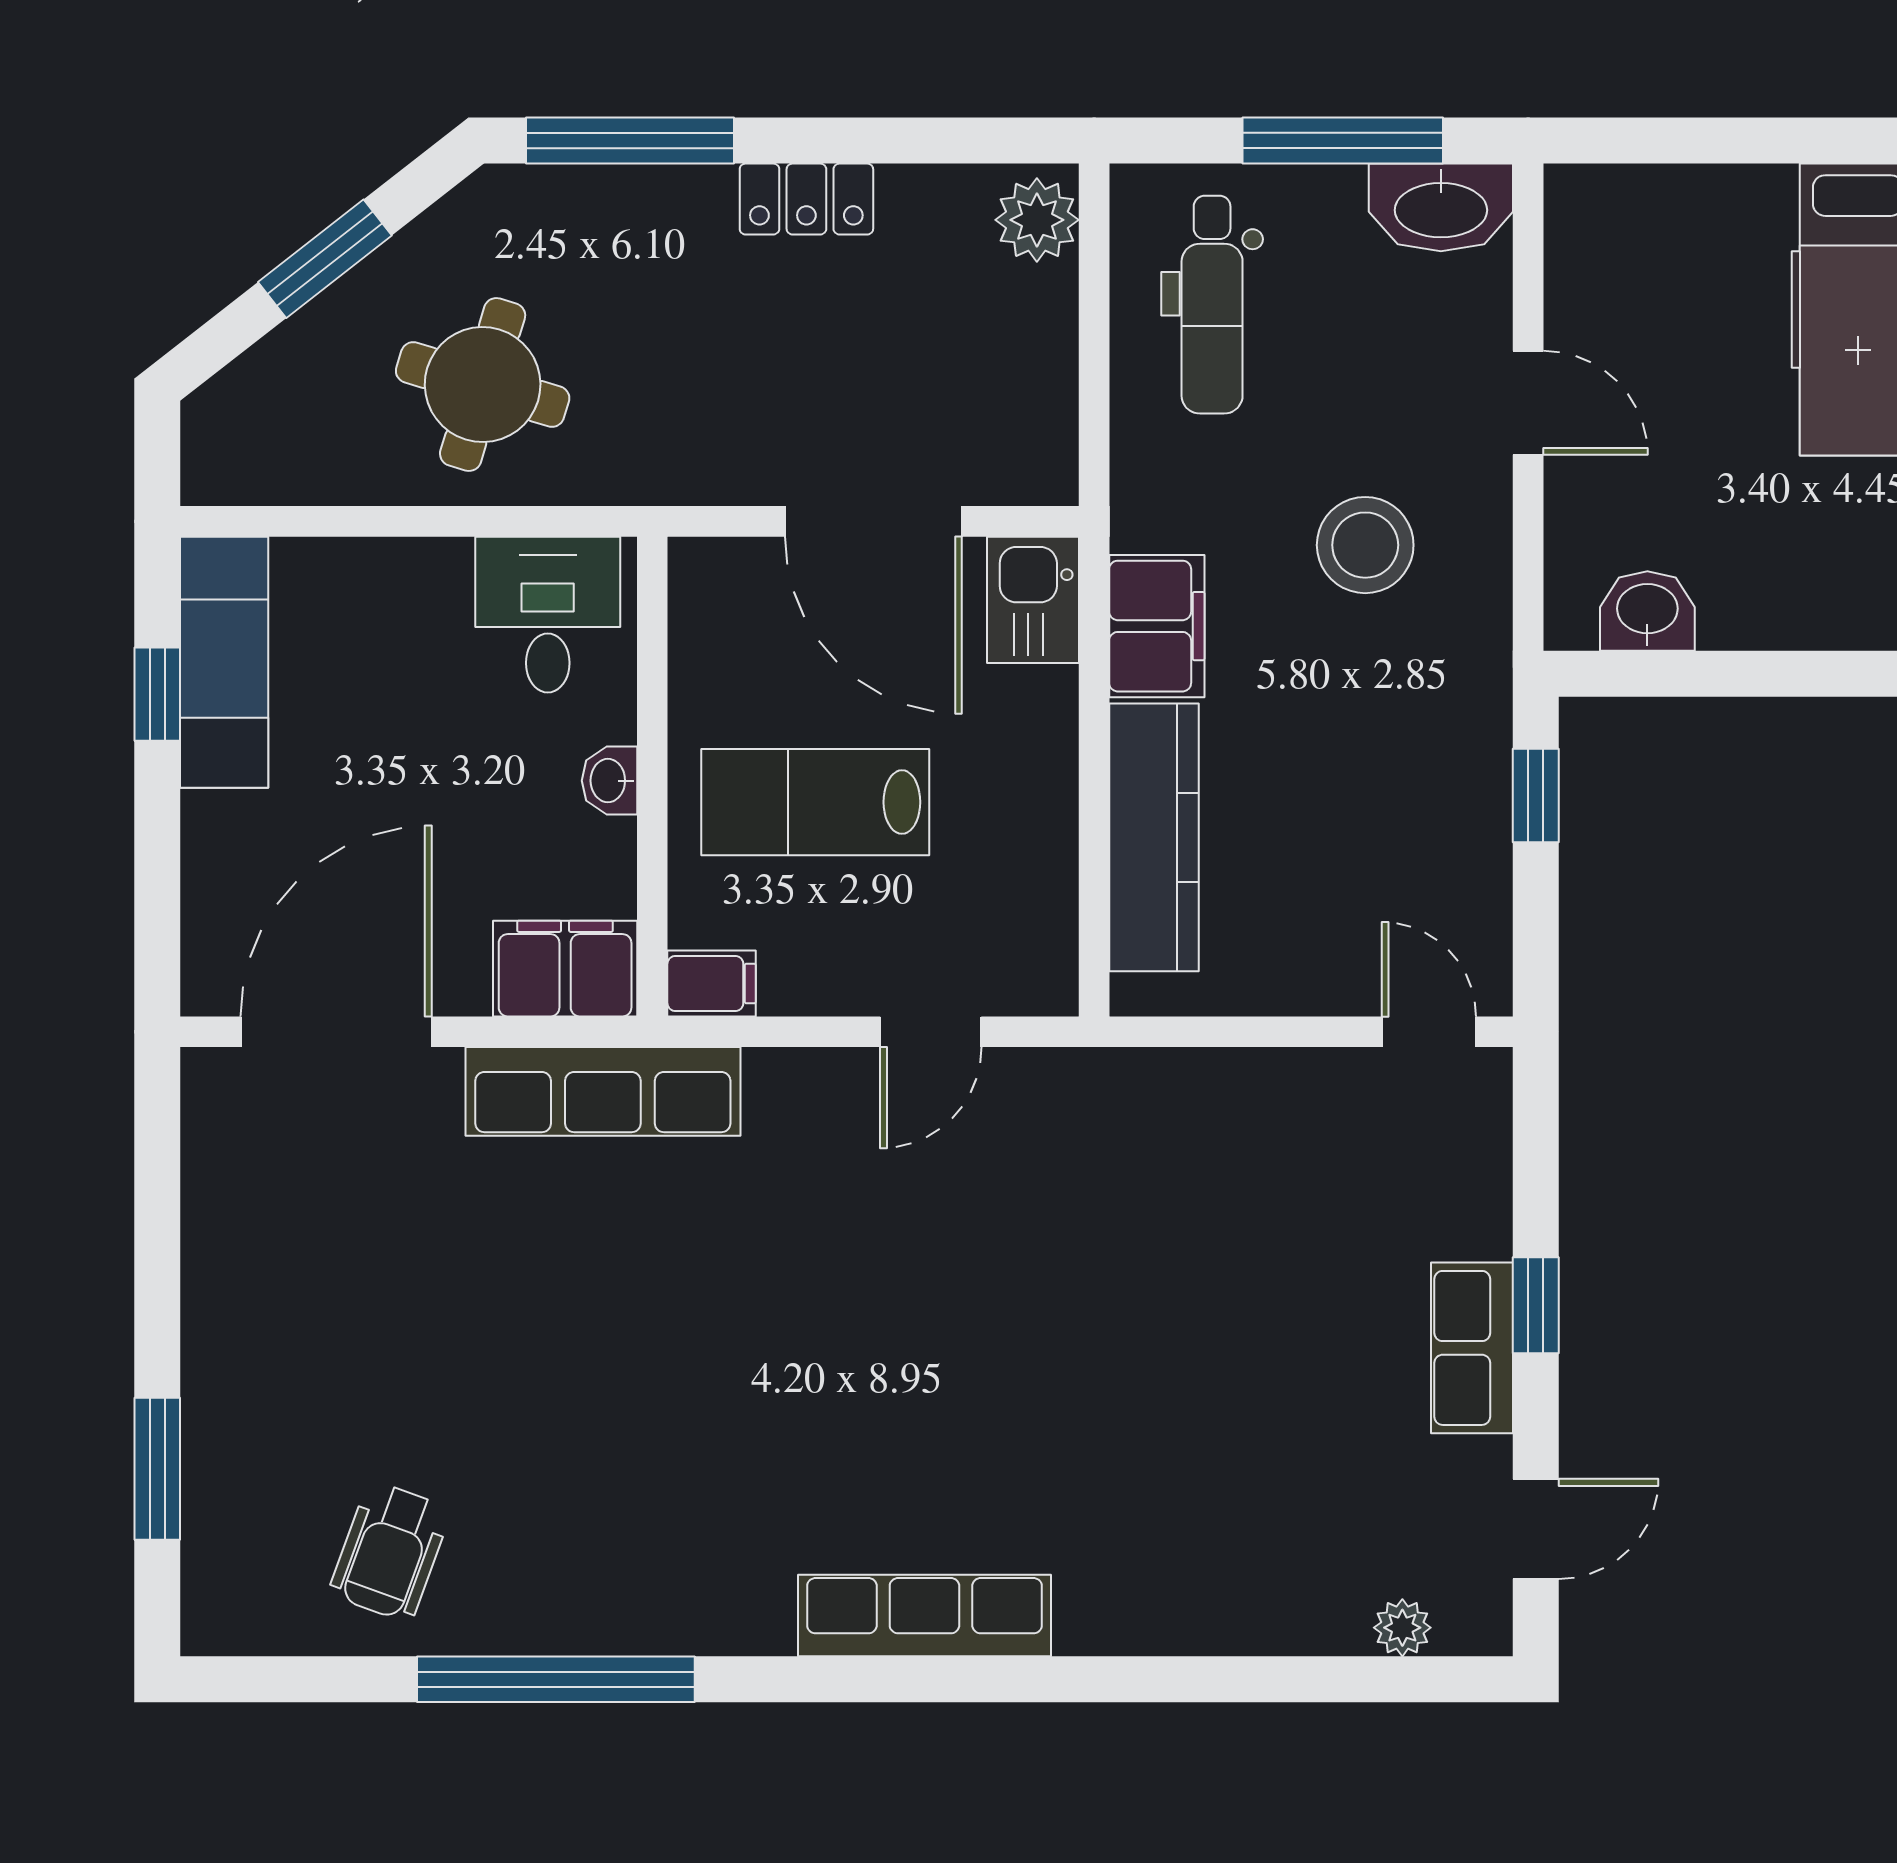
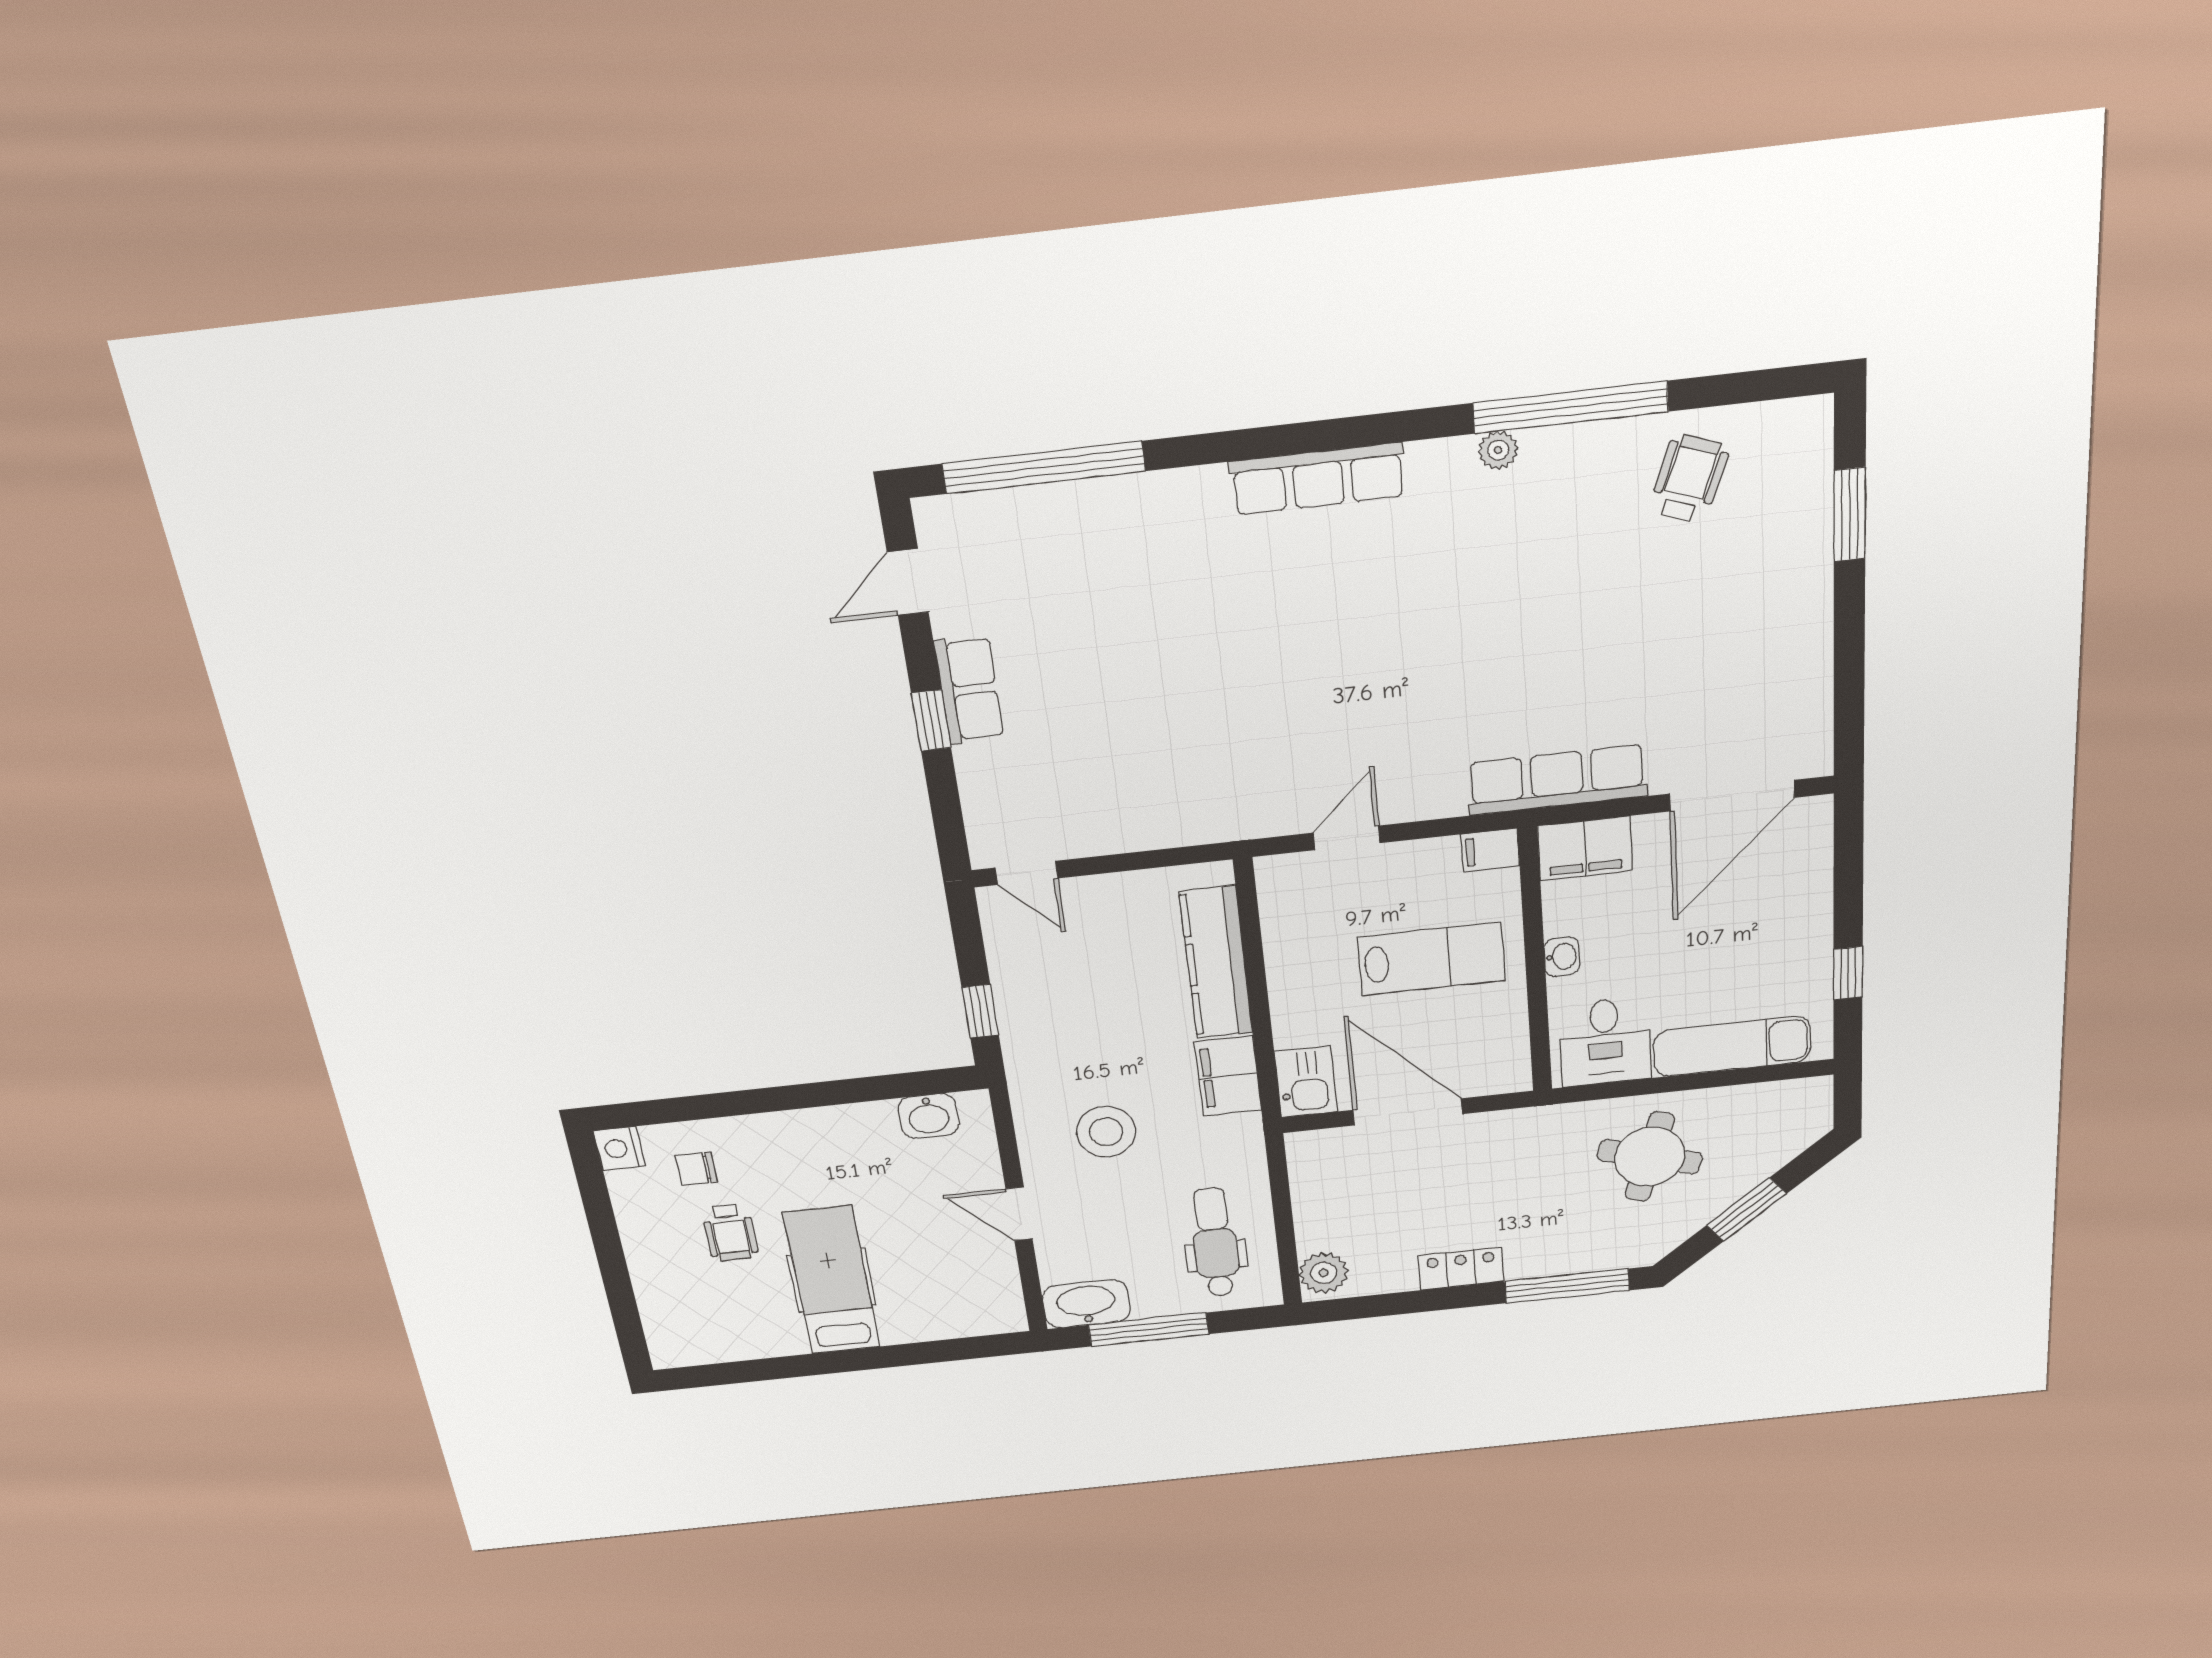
exam couch: (224, 662) -> (1732, 1046), moved, turned 90
plant: (1402, 1628) -> (1498, 450), moved
window: (1315, 1679) -> (1044, 467), added

